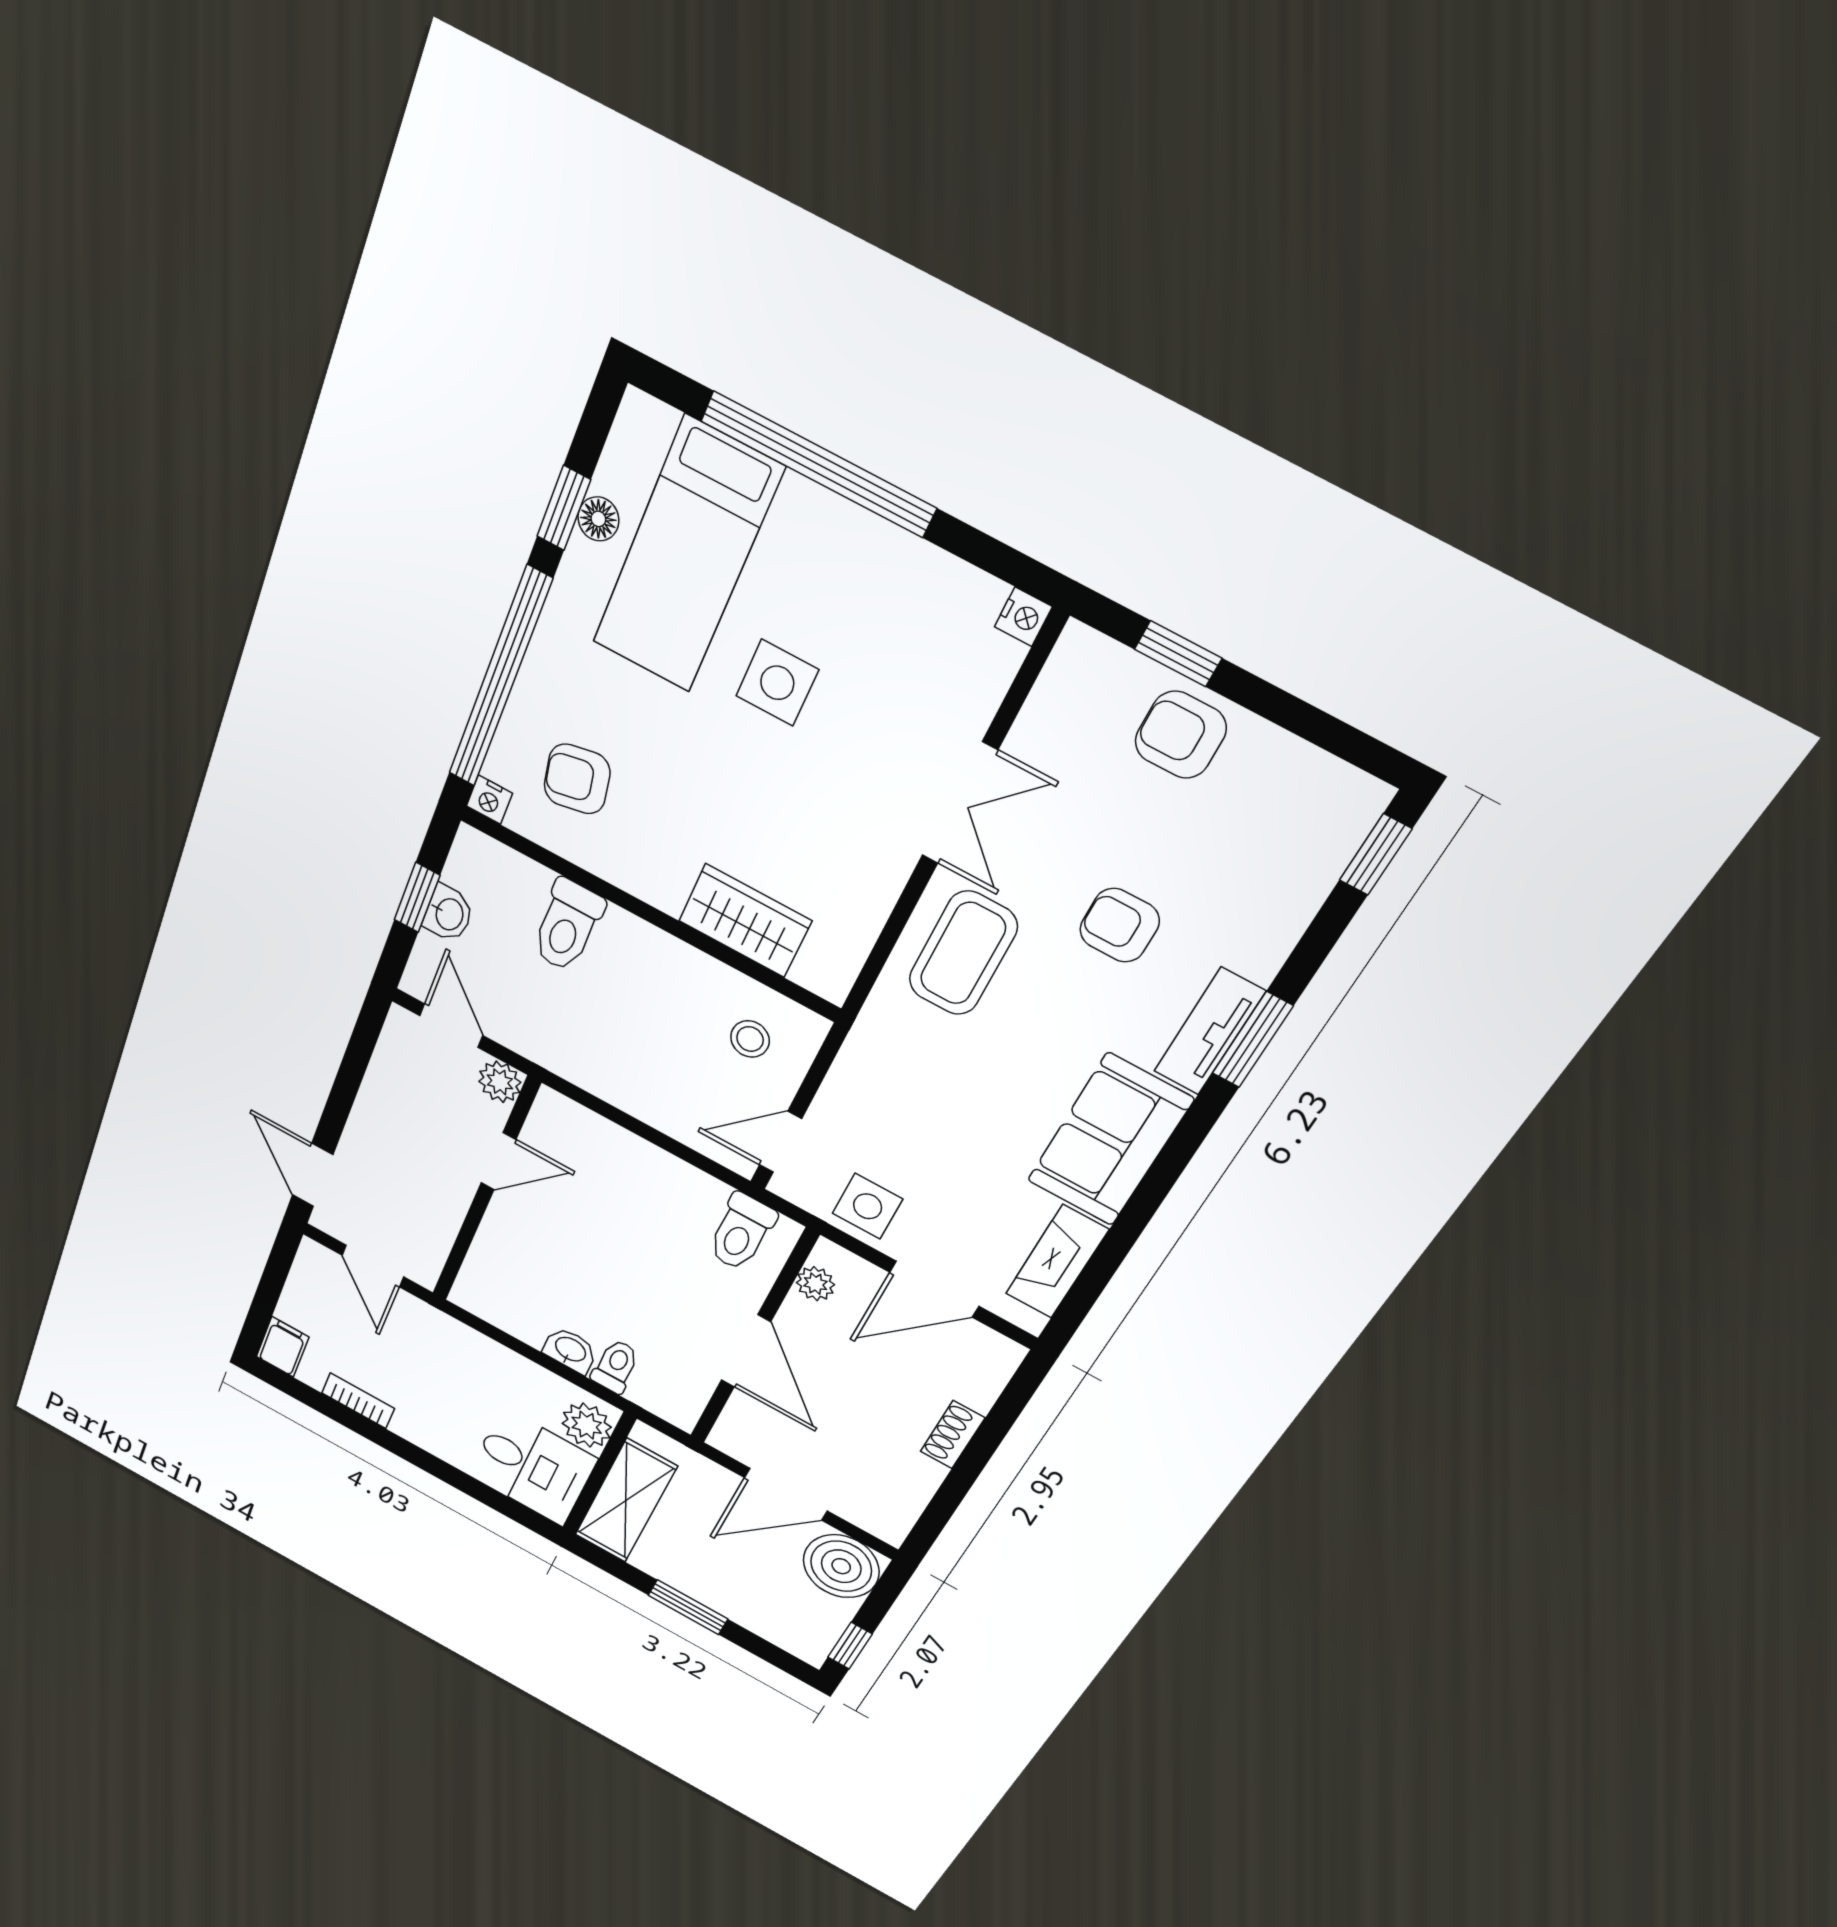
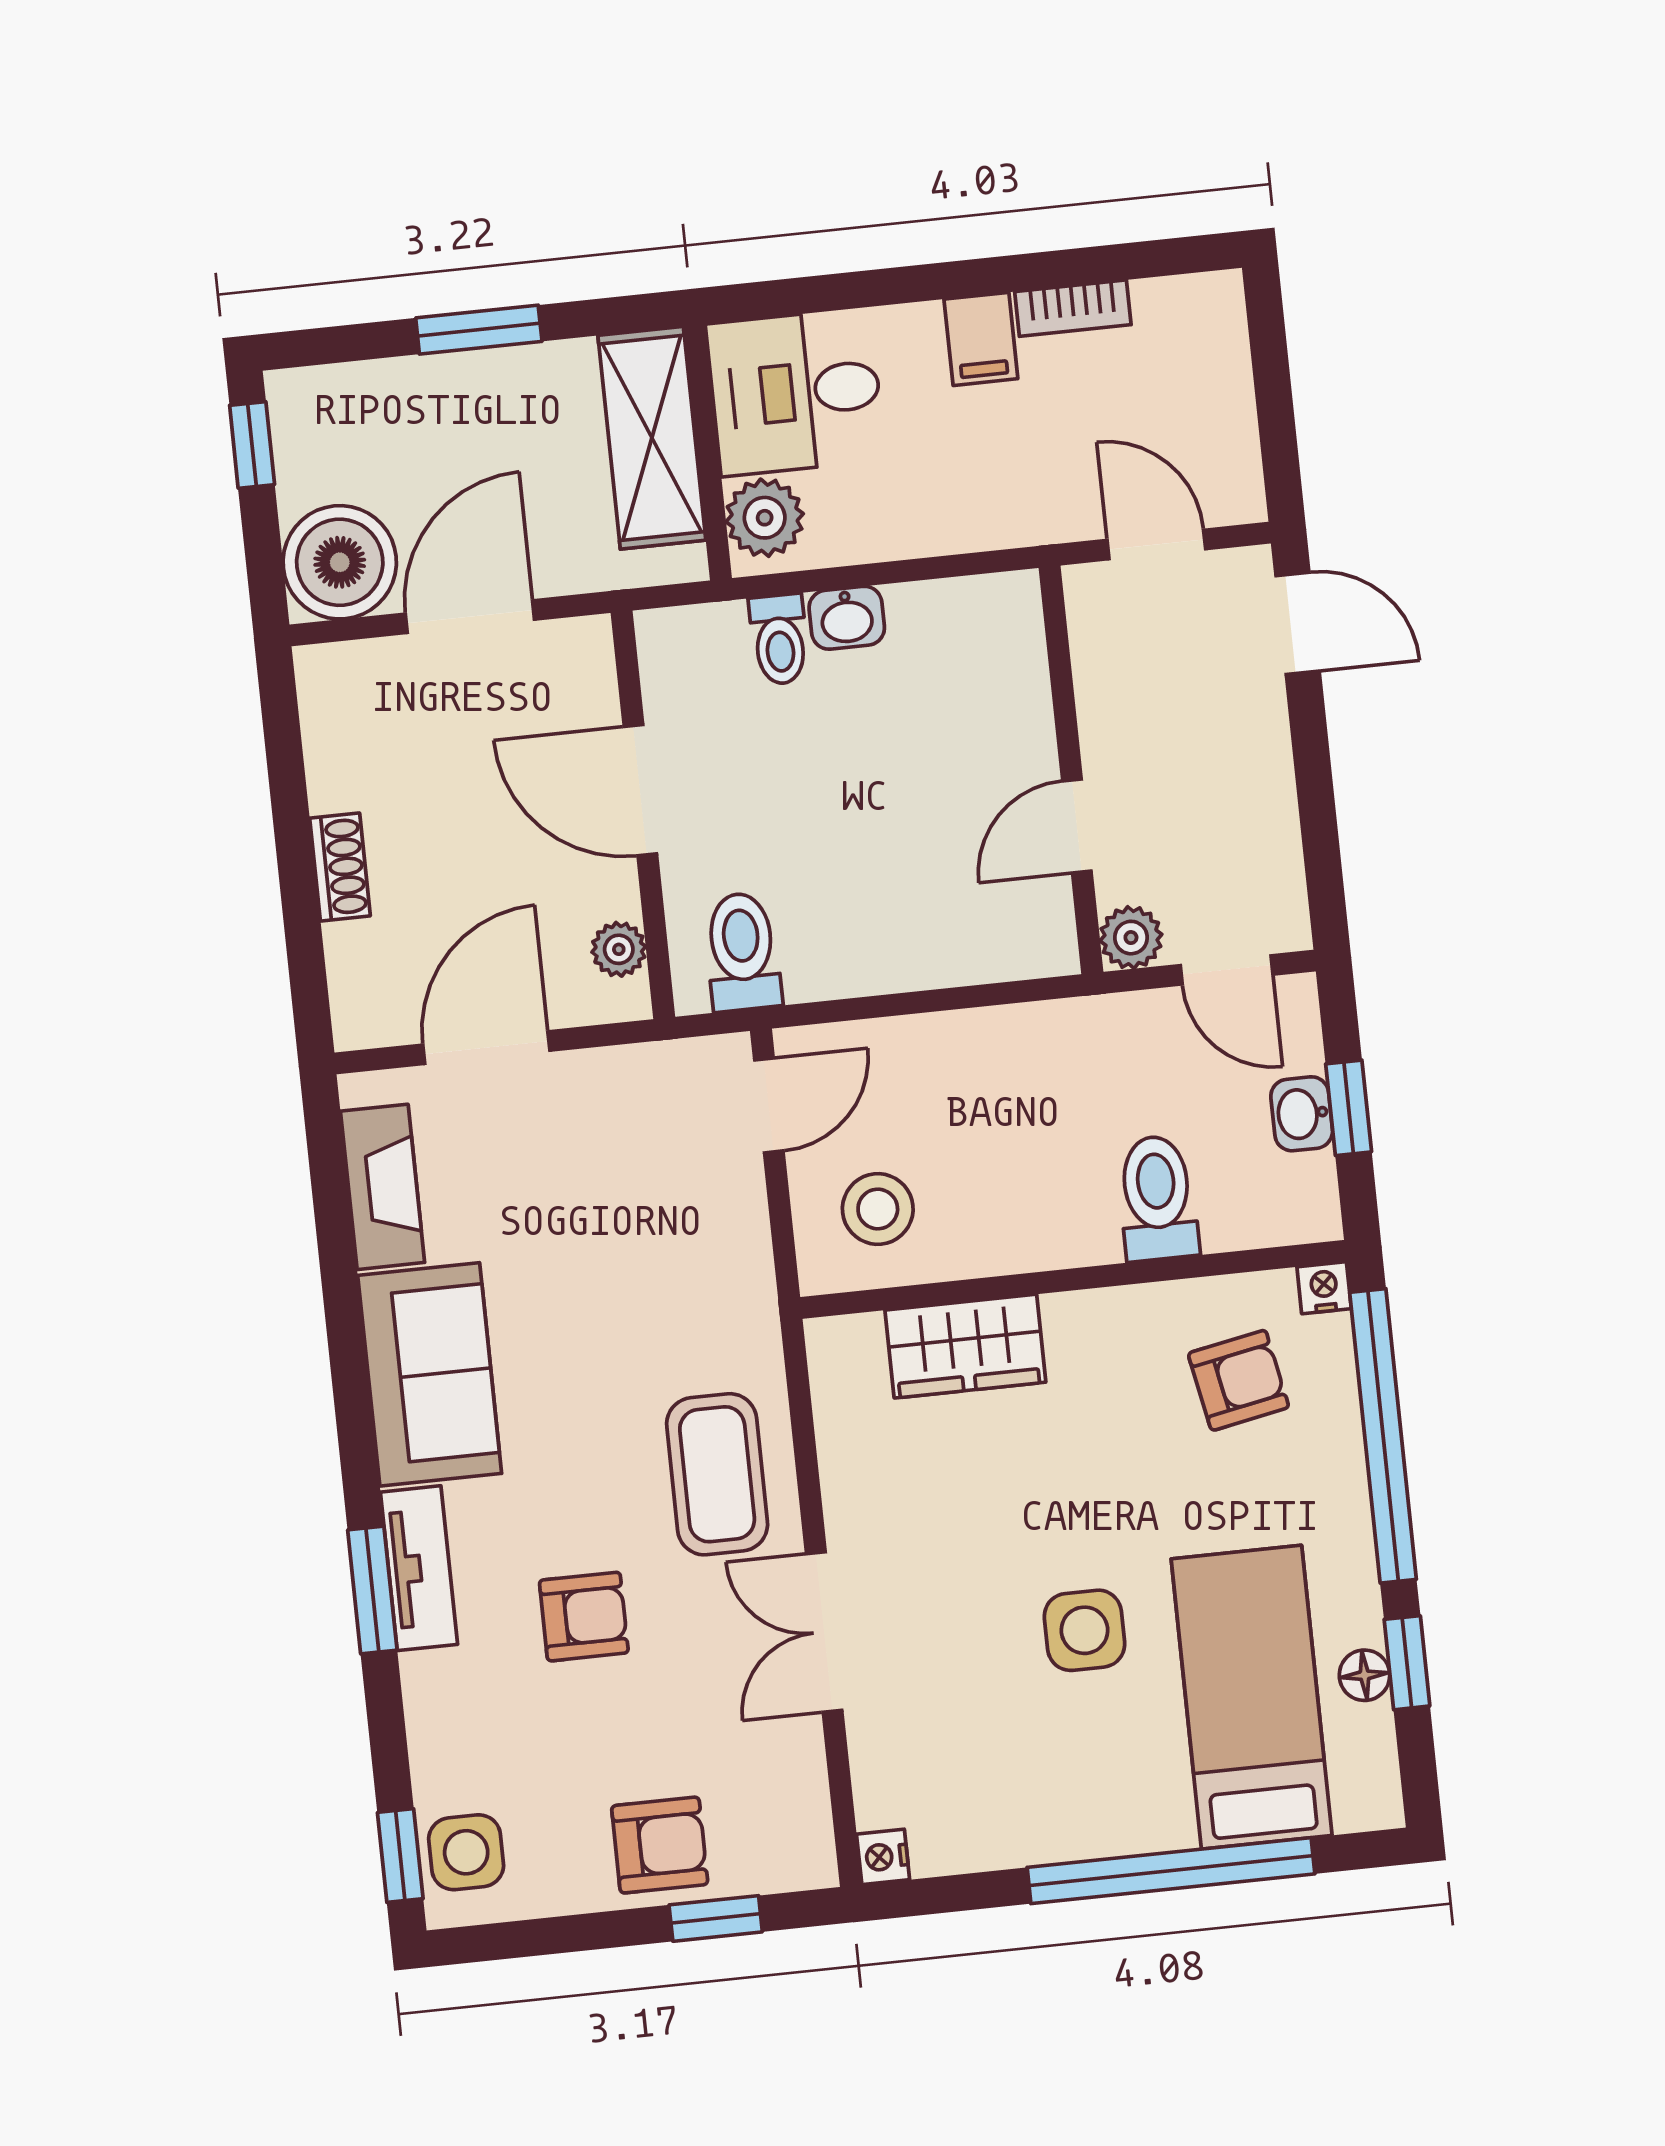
stool: (750, 1039) -> (878, 1209), width x1.37, depth x1.37
side table: (868, 1206) -> (466, 1852), moved
filing cabinet: (283, 1347) -> (981, 339), moved

